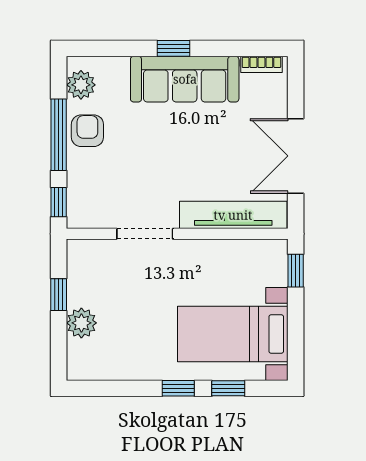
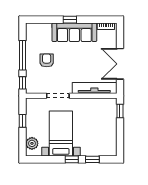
plant: (81, 85) -> (32, 35), removed
armchair: (87, 131) -> (47, 60), moved
plant: (81, 323) -> (32, 143), moved
bed with nightstands: (233, 334) -> (61, 134), moved, turned 90

